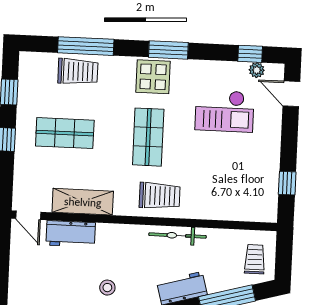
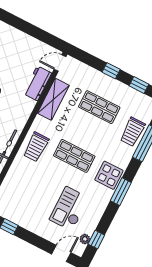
shop shelf: (65, 133) -> (99, 107), turned 90

